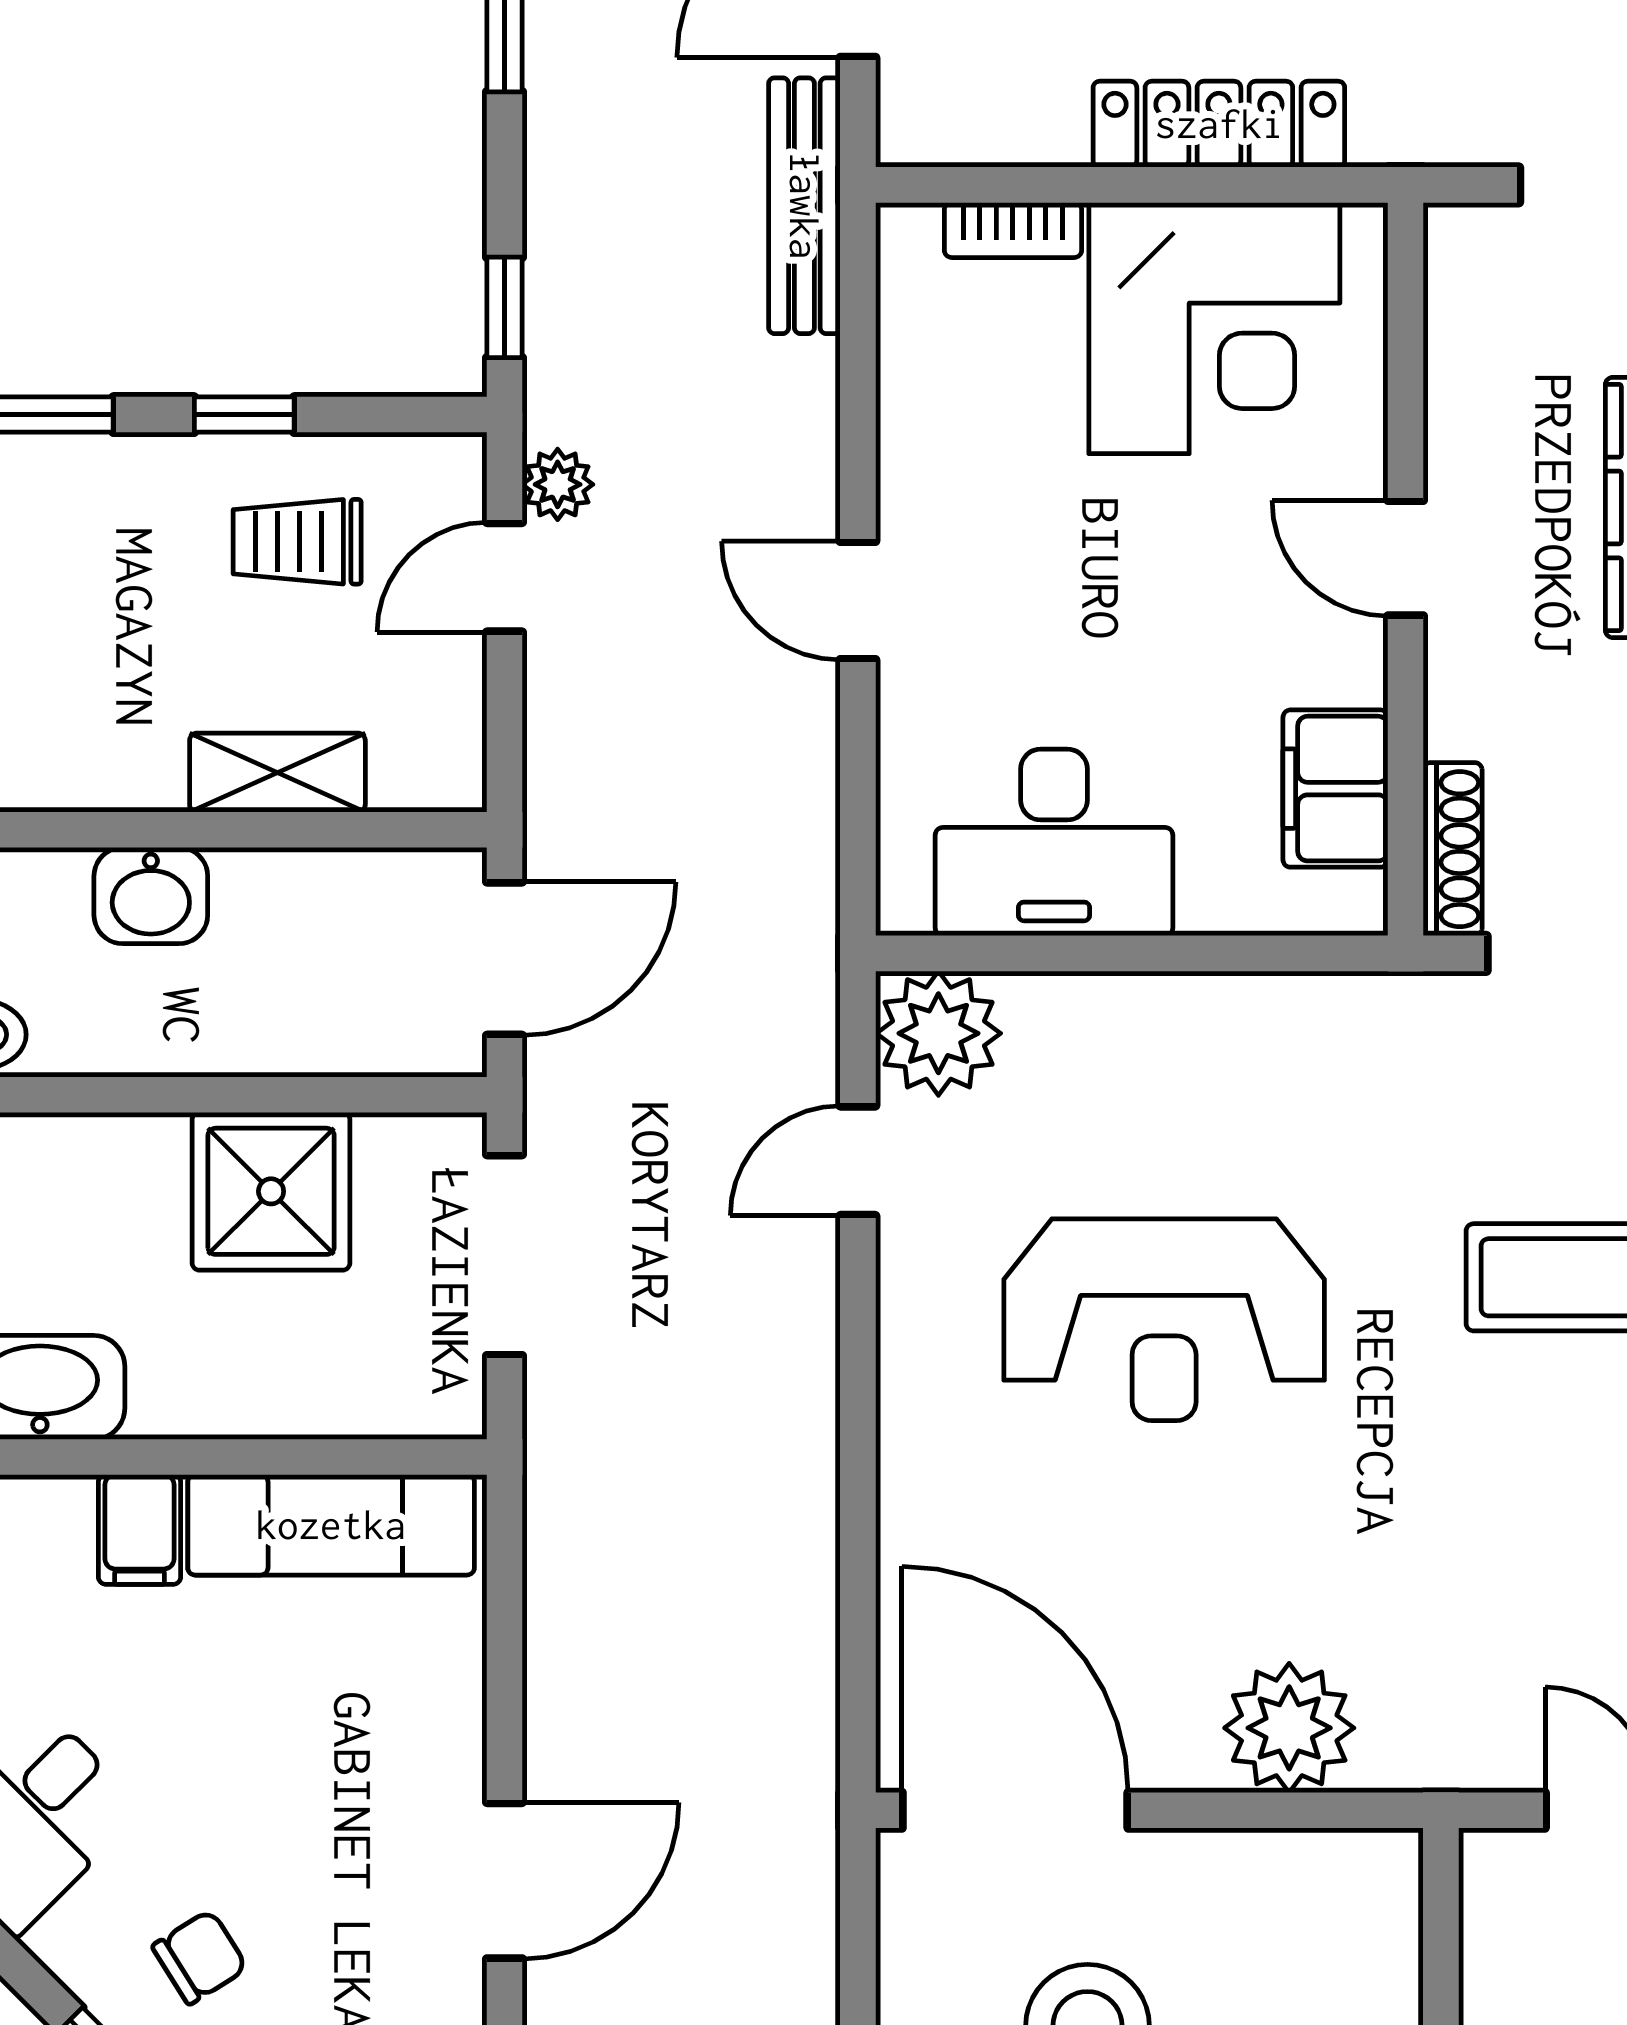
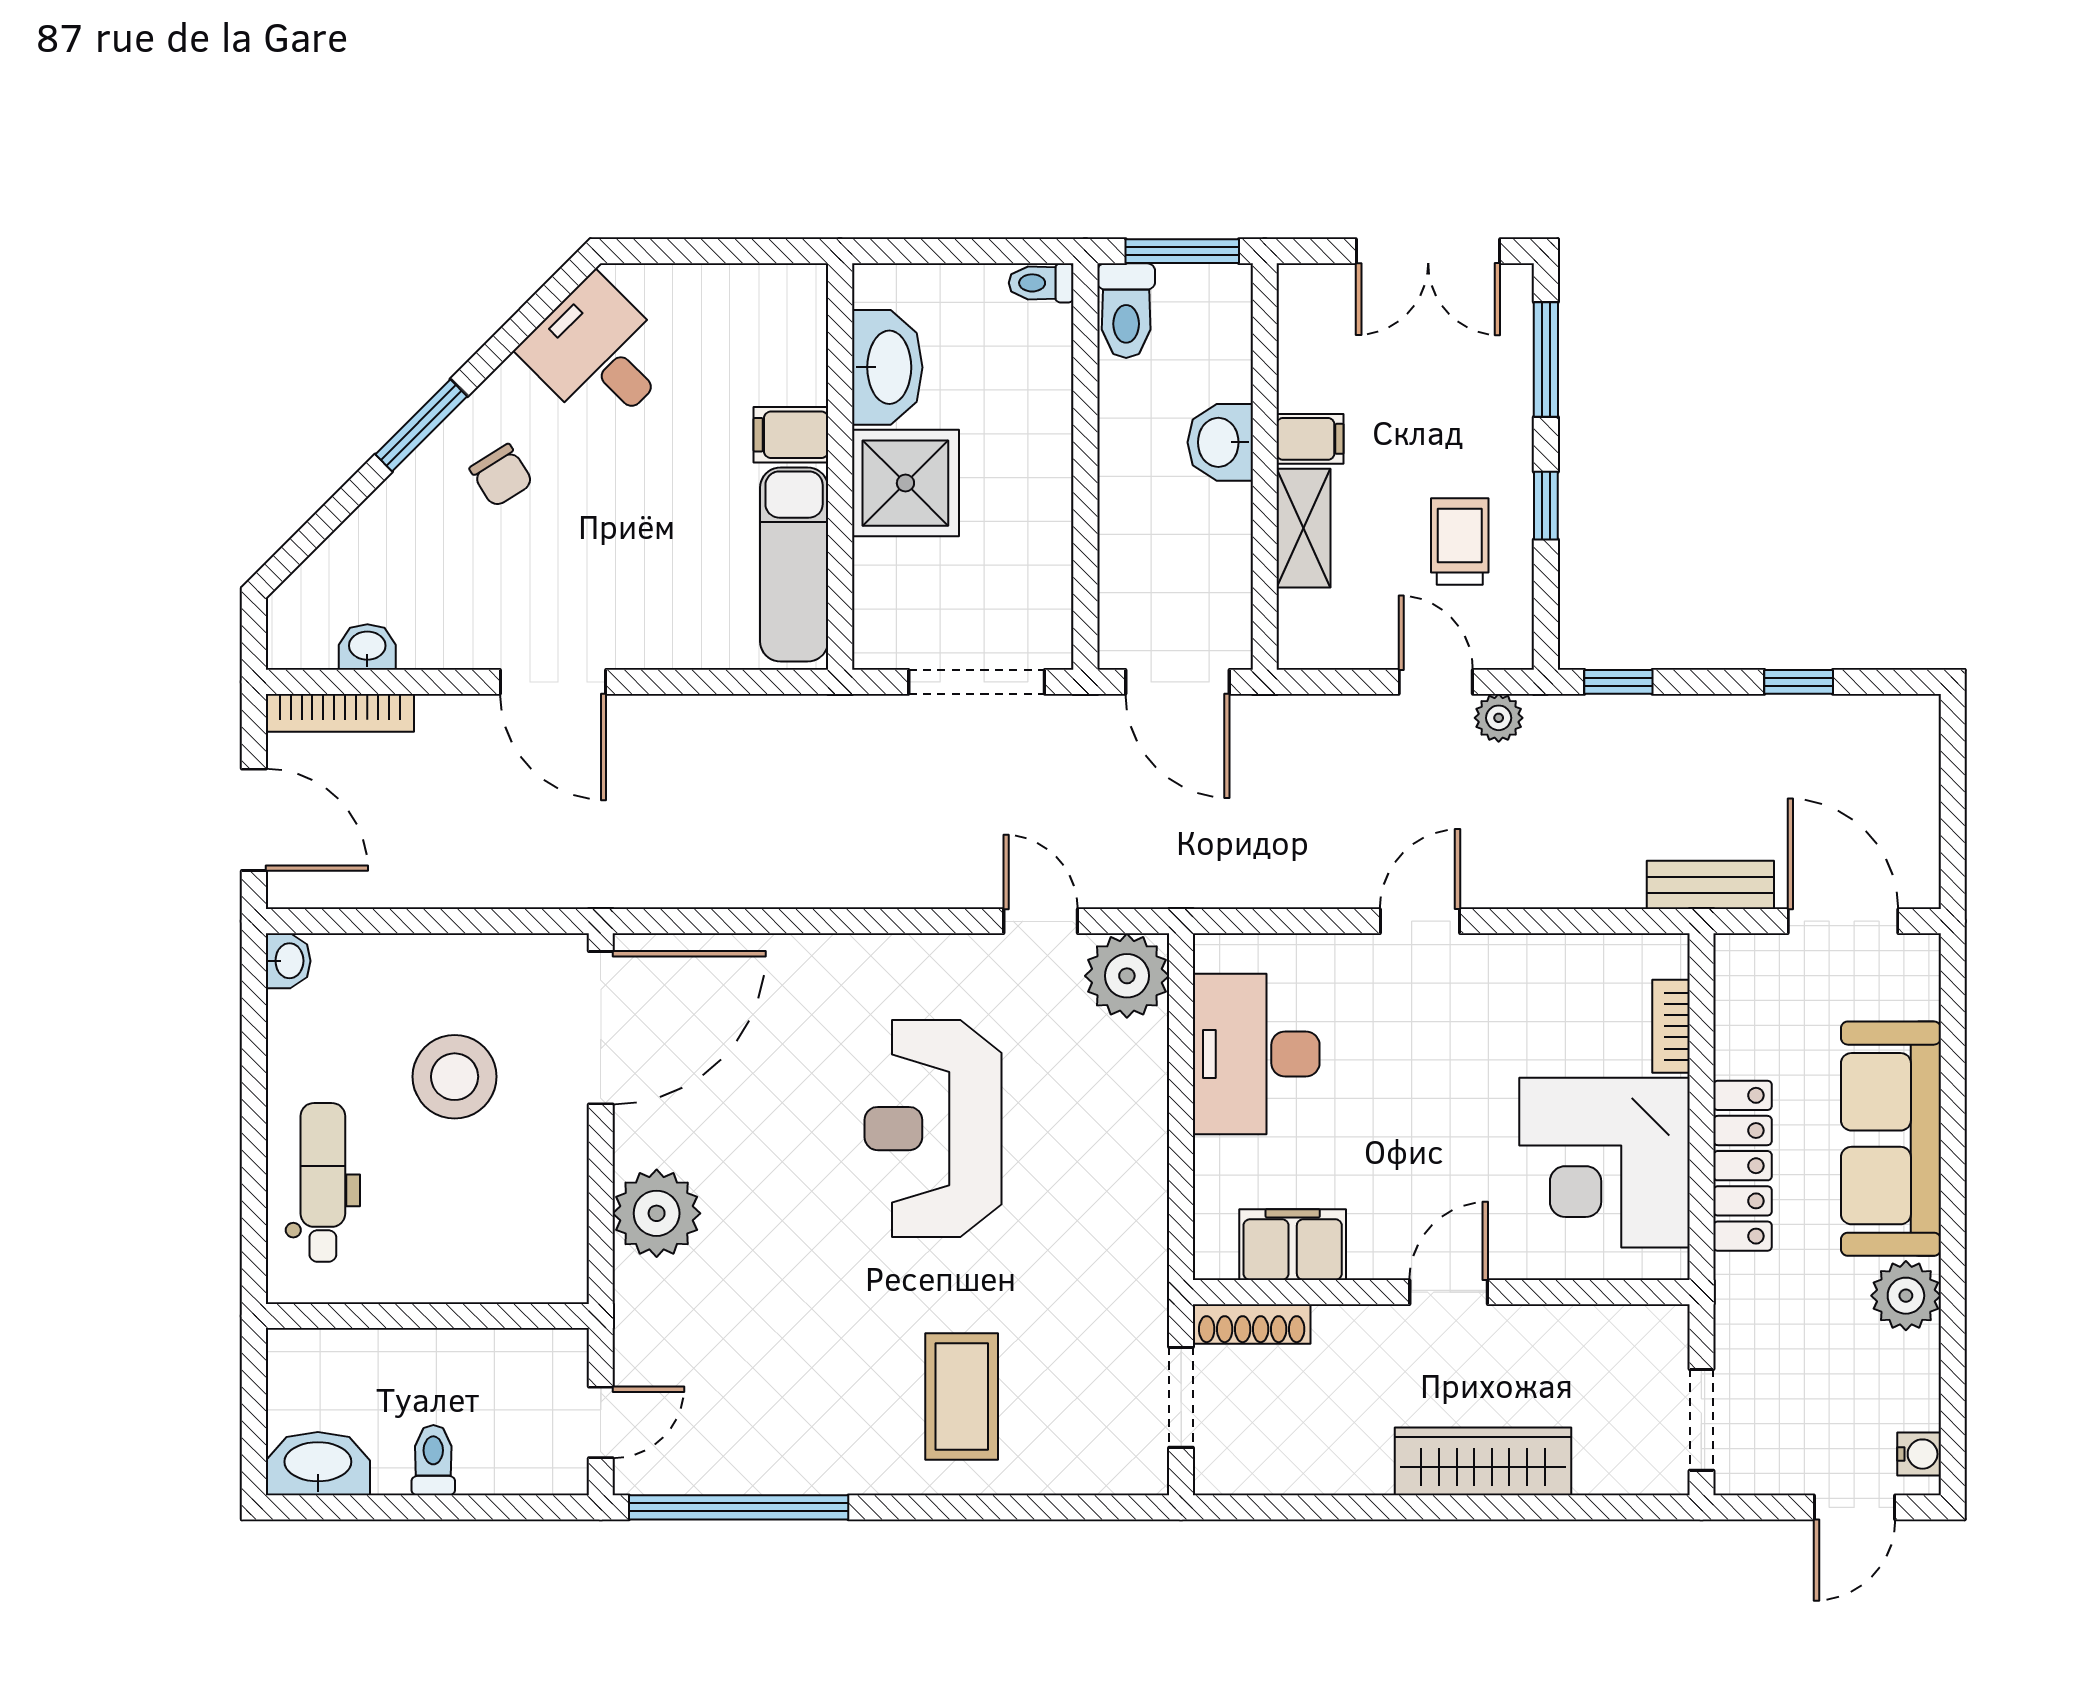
bench: (804, 206) -> (1710, 885), width x0.73
filing cabinet: (146, 763) -> (1310, 439), added
shower: (271, 1191) -> (905, 483), moved

